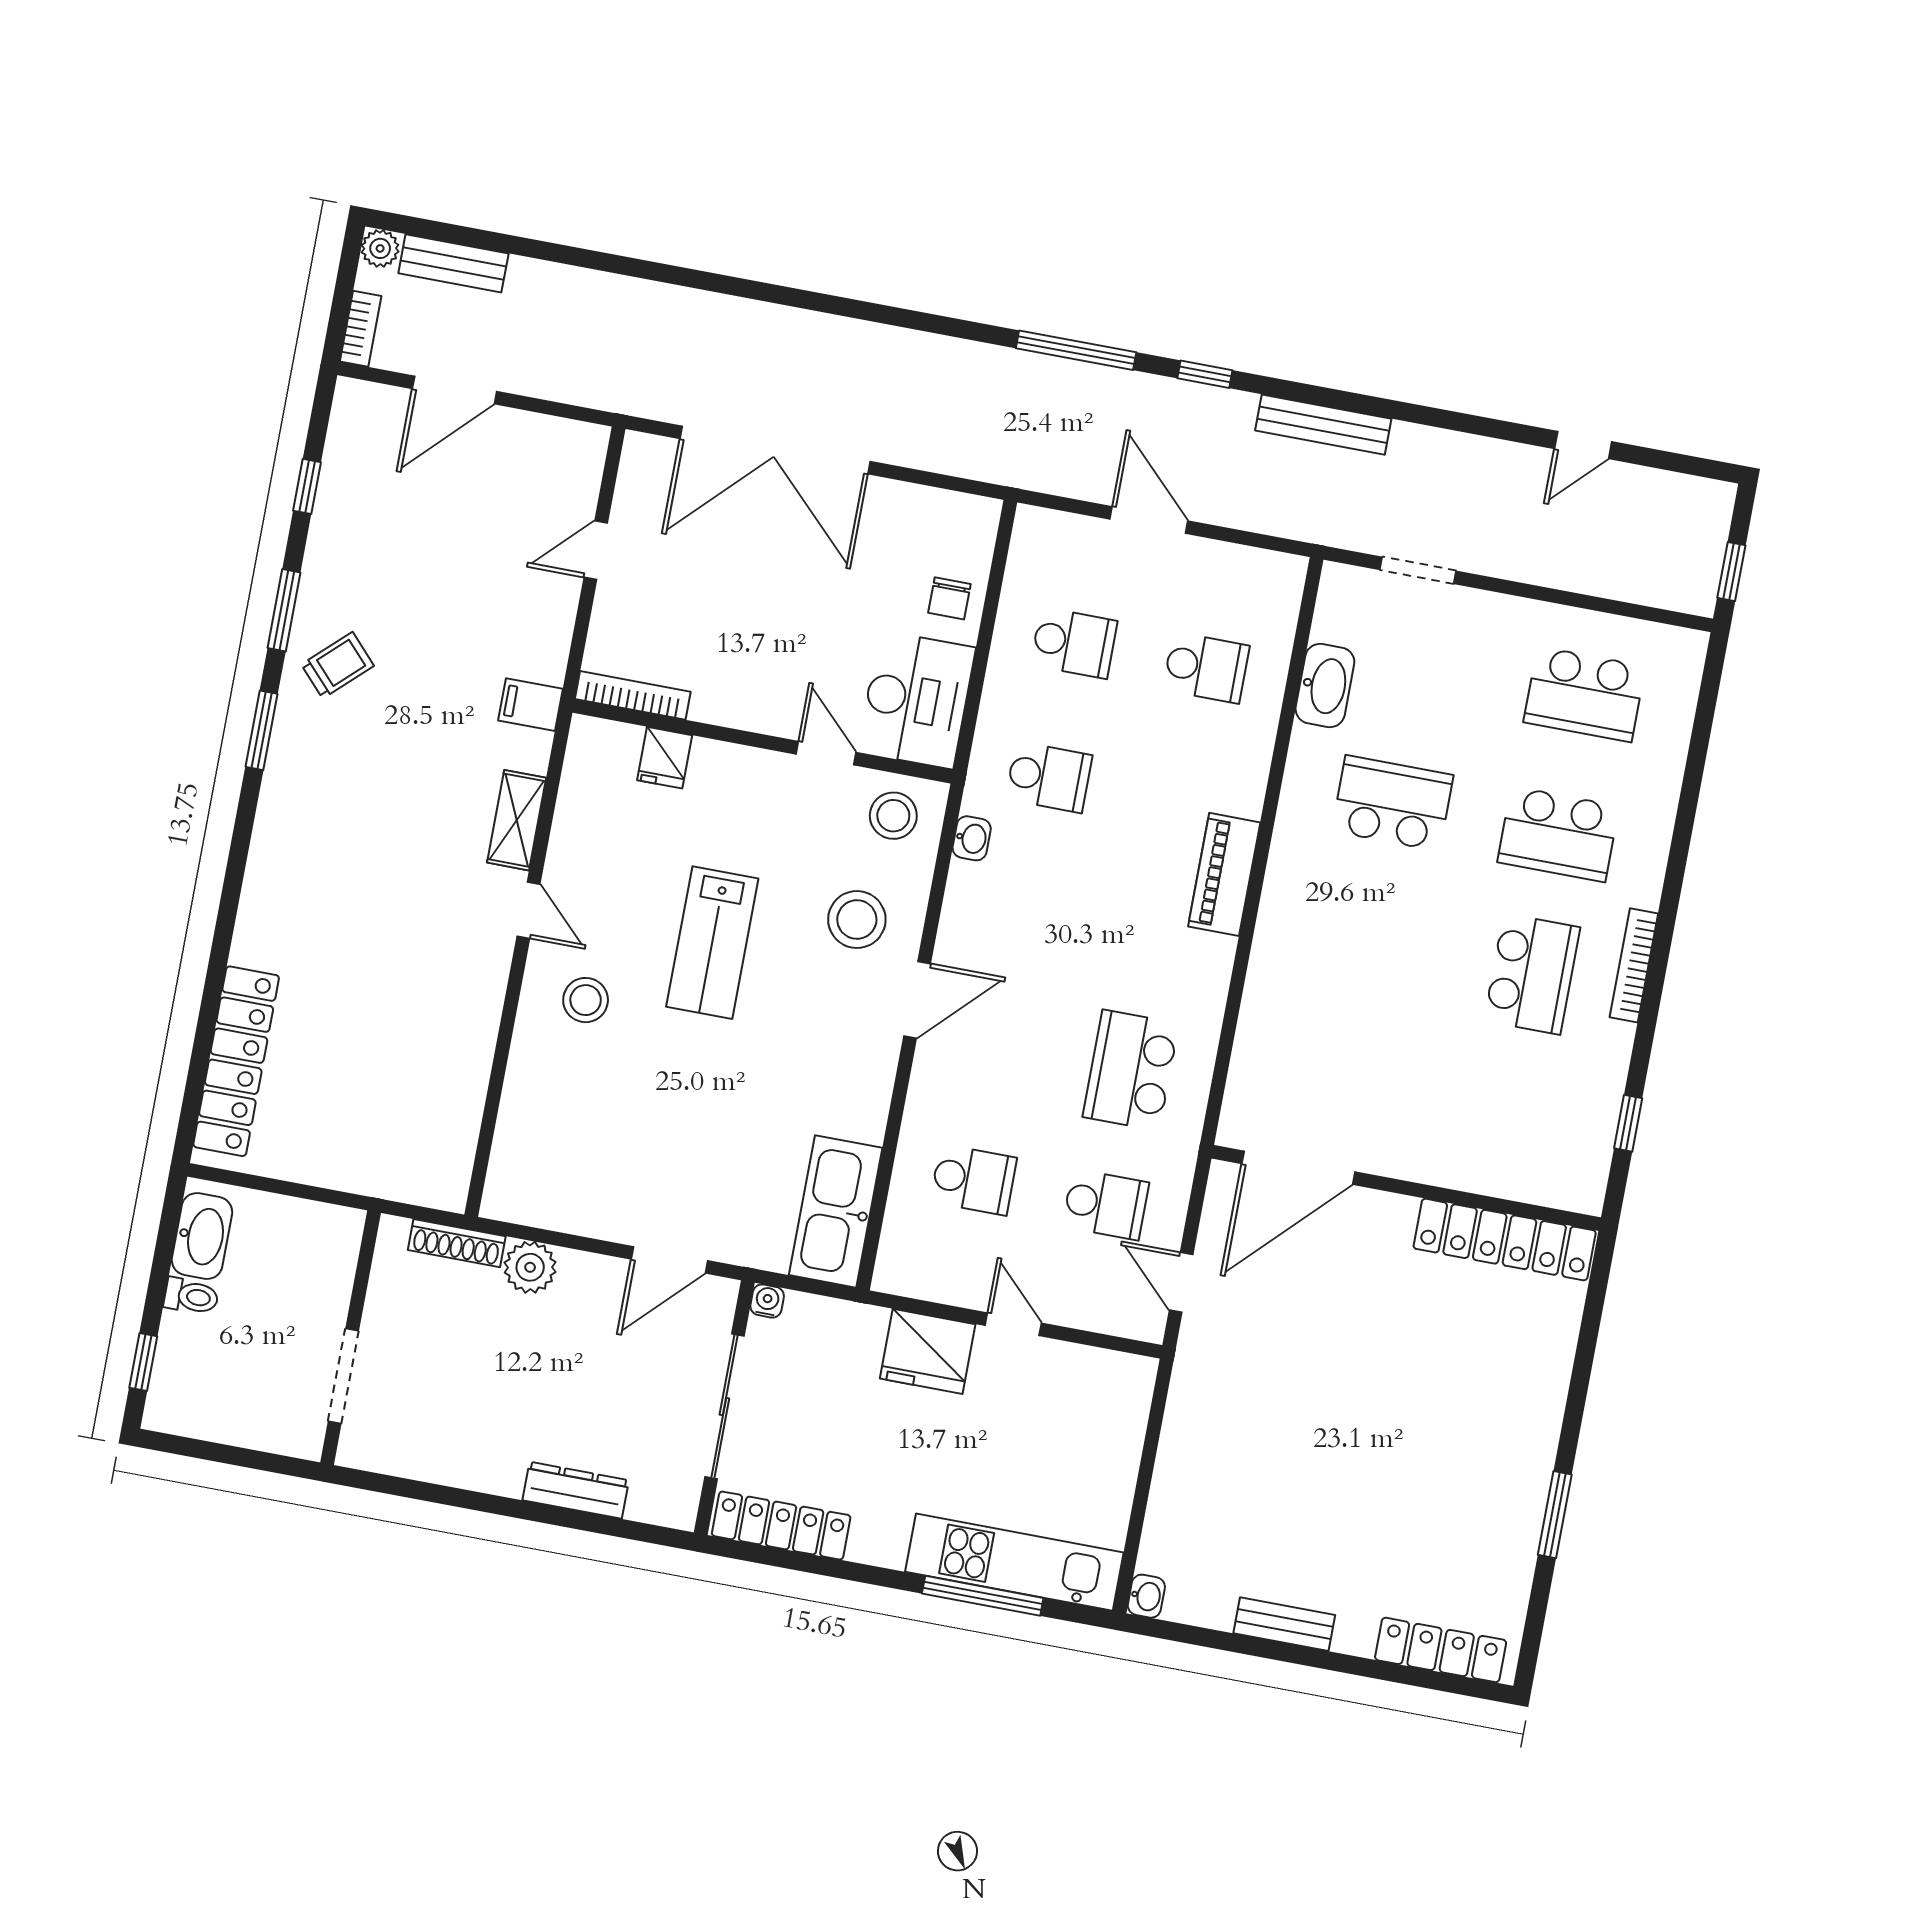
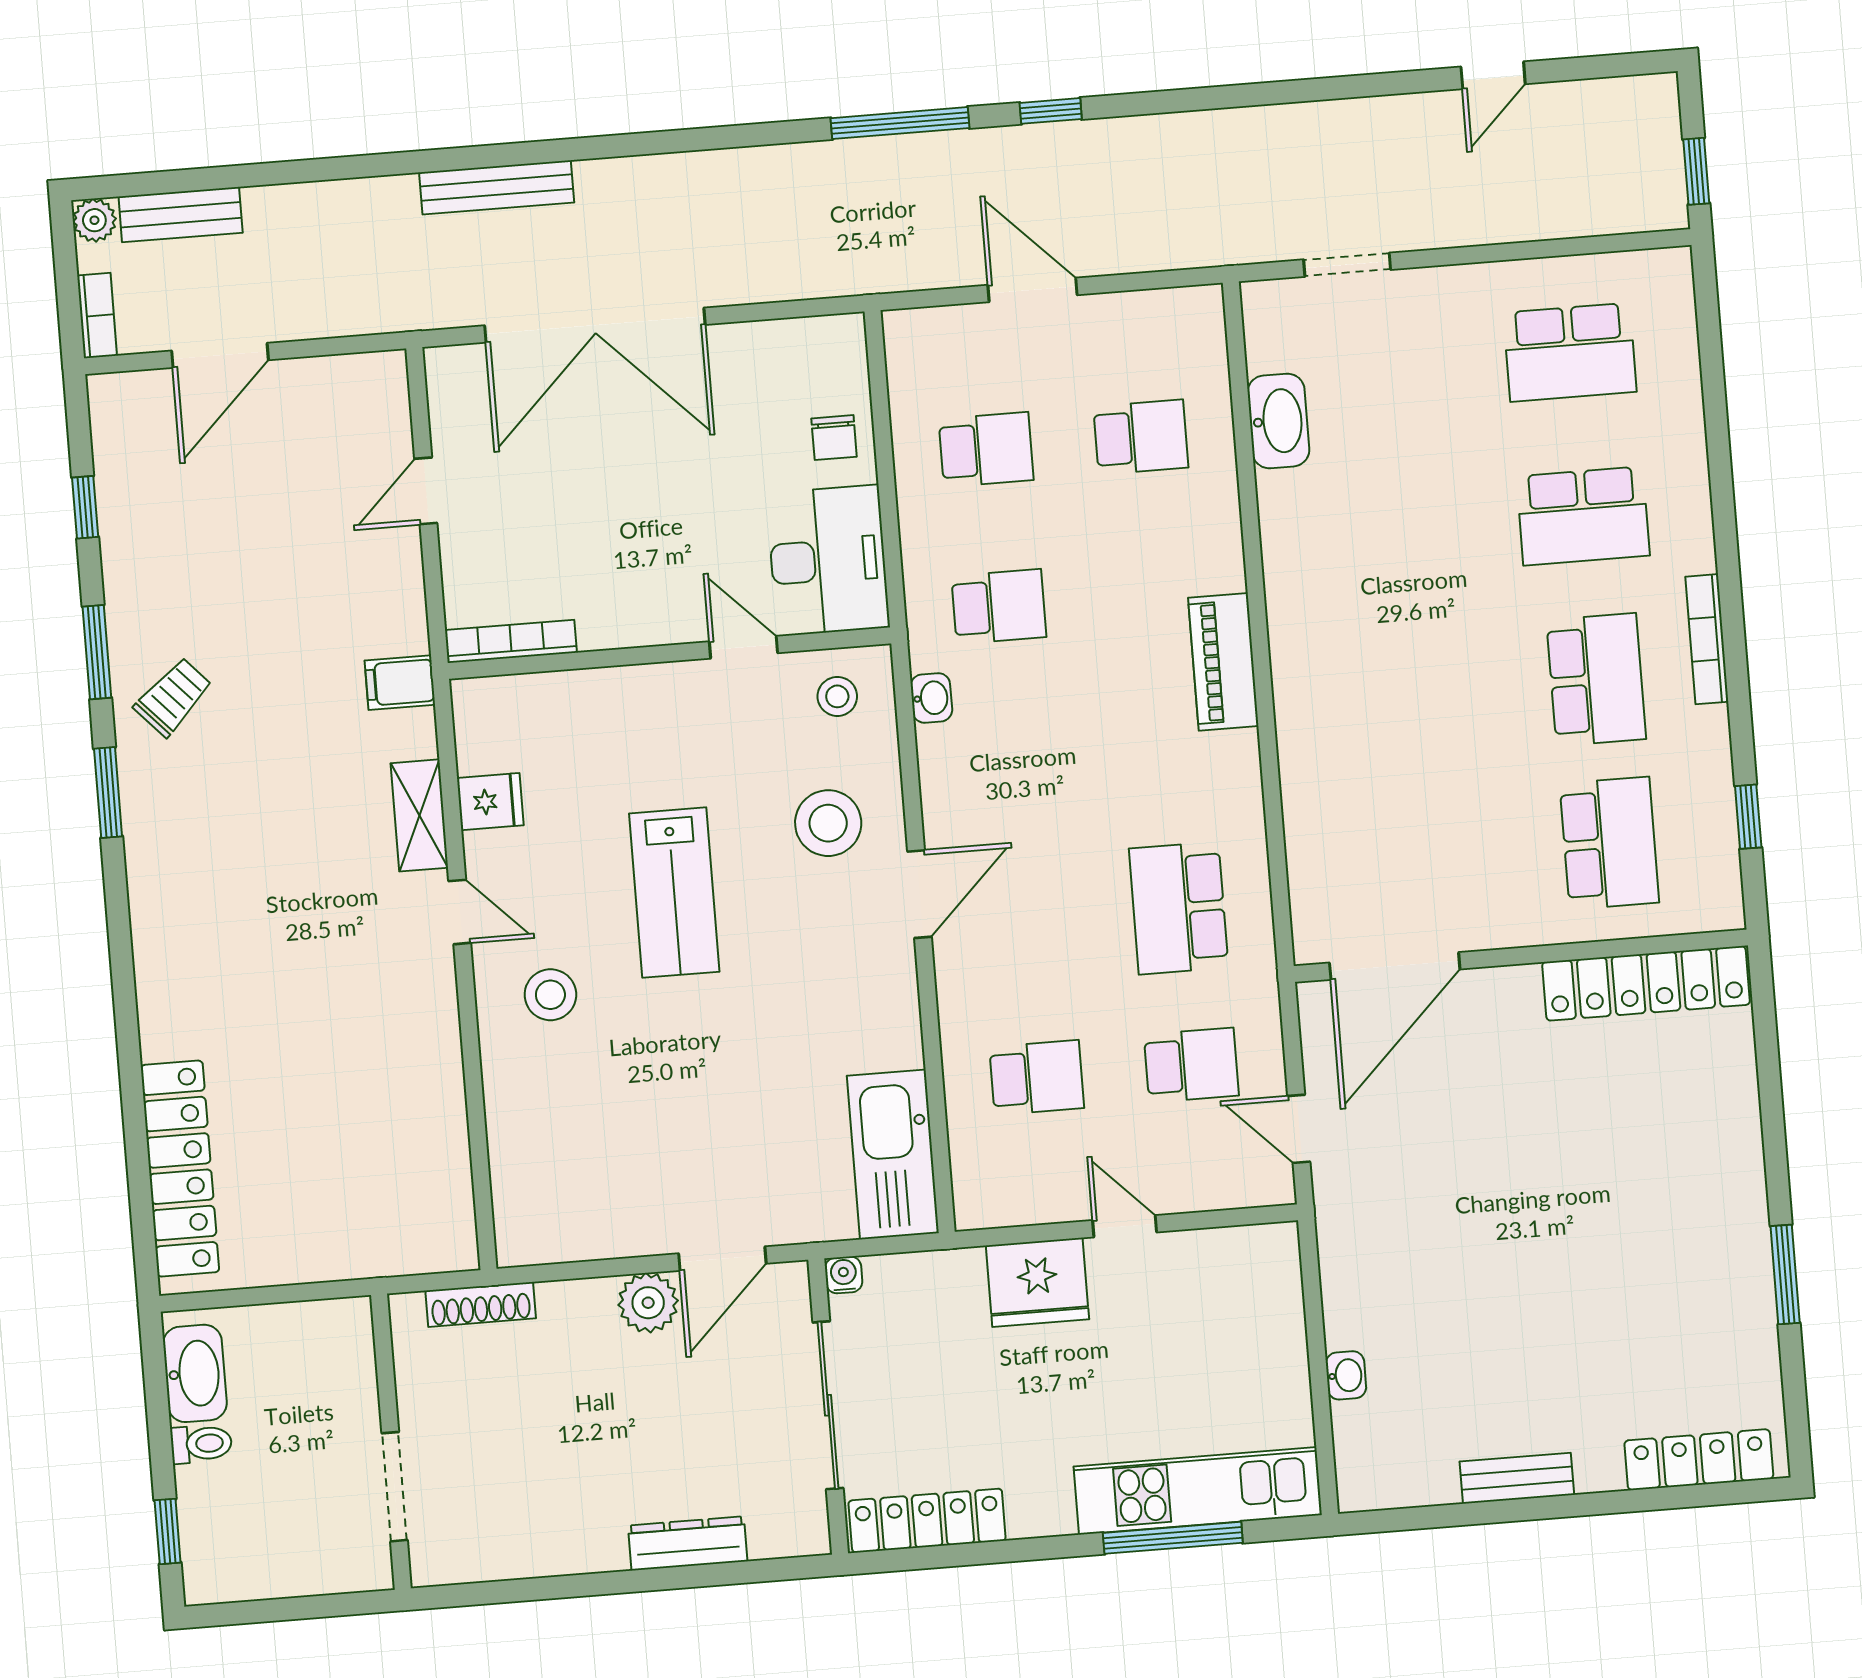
bench: (1323, 425) -> (497, 187), moved
fridge: (665, 758) -> (490, 802), moved, turned -90
school desk: (1392, 803) -> (1609, 843), moved, turned 90
stool: (893, 816) -> (837, 696), width x0.73, depth x0.73
plant: (530, 1267) -> (648, 1303), moved
washbasin: (1146, 1596) -> (1346, 1375), moved

